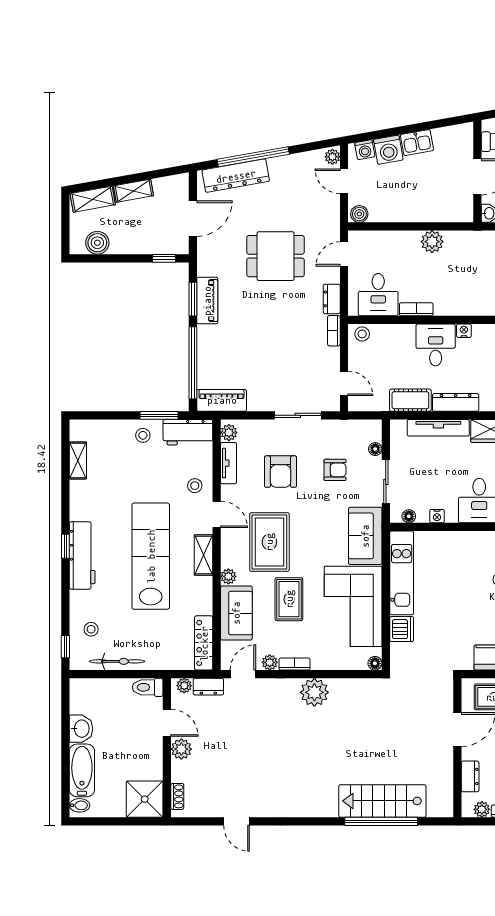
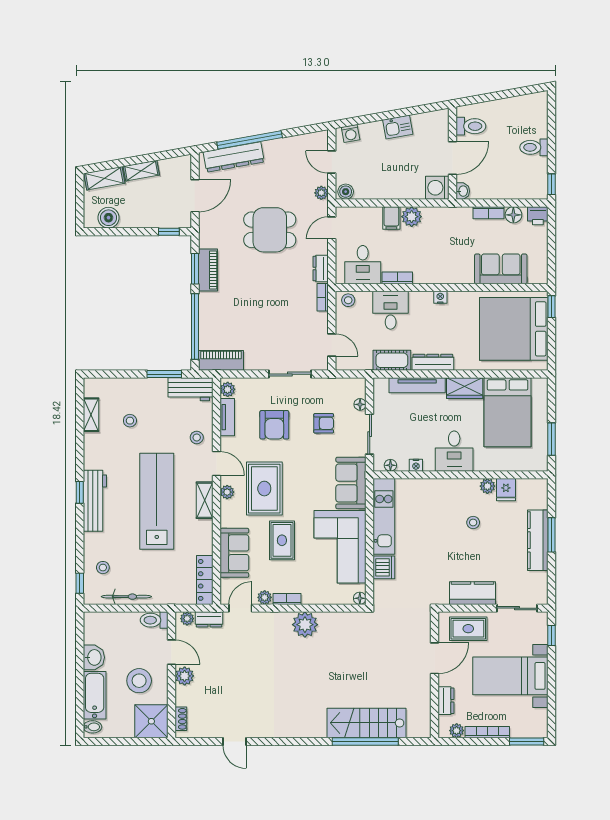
washing machine: (388, 150) -> (437, 188), moved, turned 100
plant: (332, 157) -> (321, 193), moved
filing cabinet: (410, 243) -> (391, 218), added
desk: (436, 345) -> (391, 310), moved
stool: (143, 435) -> (130, 421), moved
plant: (228, 576) -> (227, 492), moved
stool: (131, 754) -> (139, 681), added

